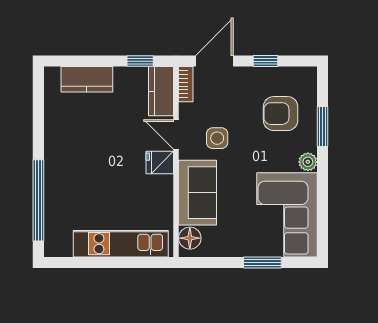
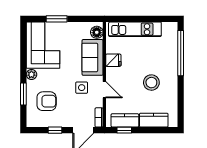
kitchen counter: (161, 91) -> (125, 120), moved, turned -90
stool: (91, 147) -> (151, 83), added
fridge: (160, 163) -> (113, 60), moved

